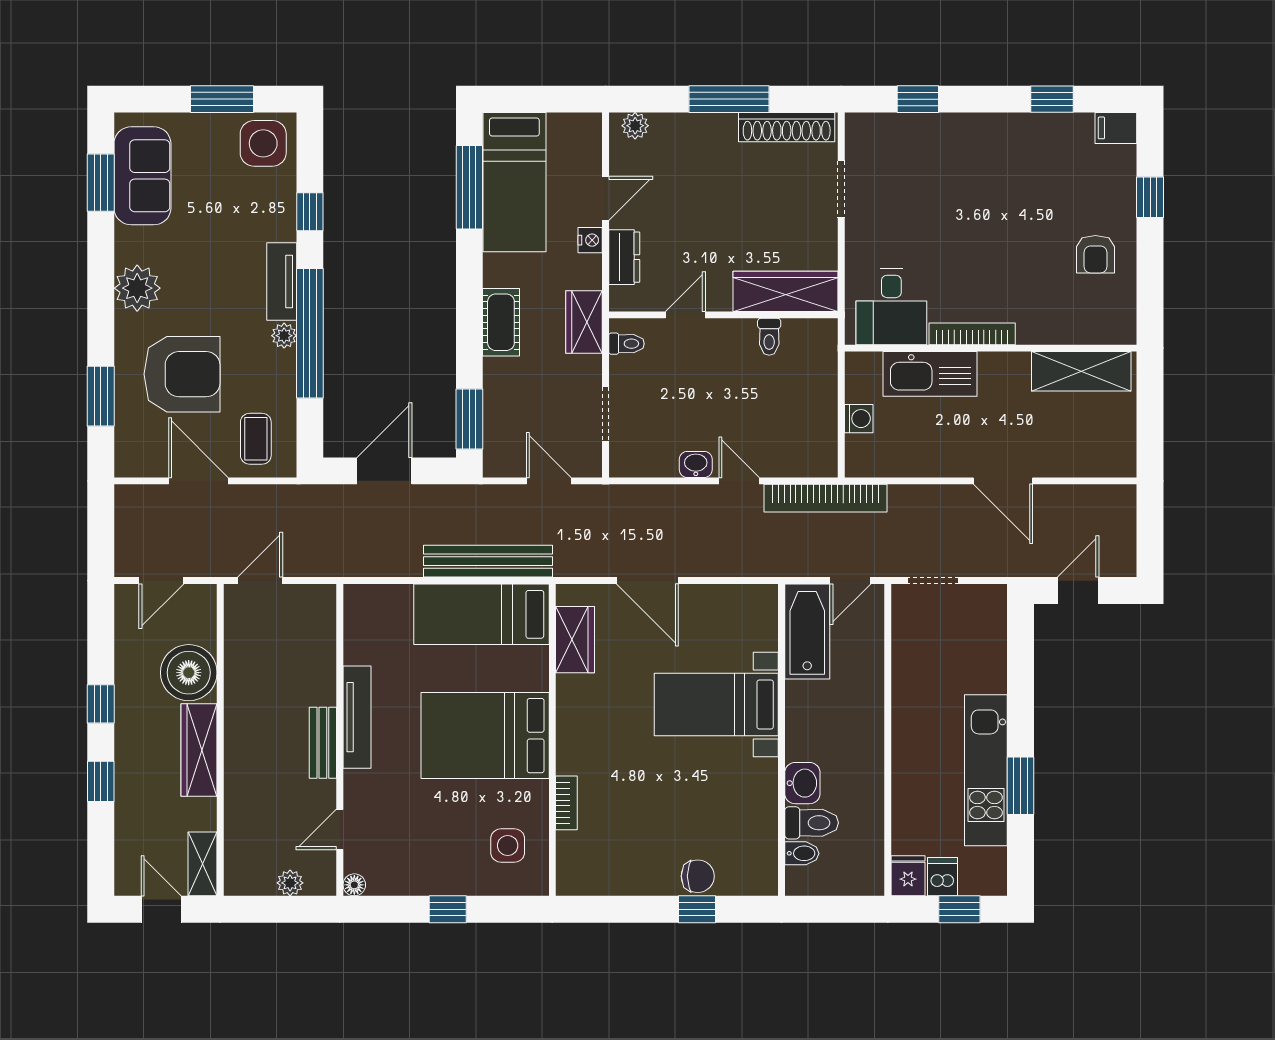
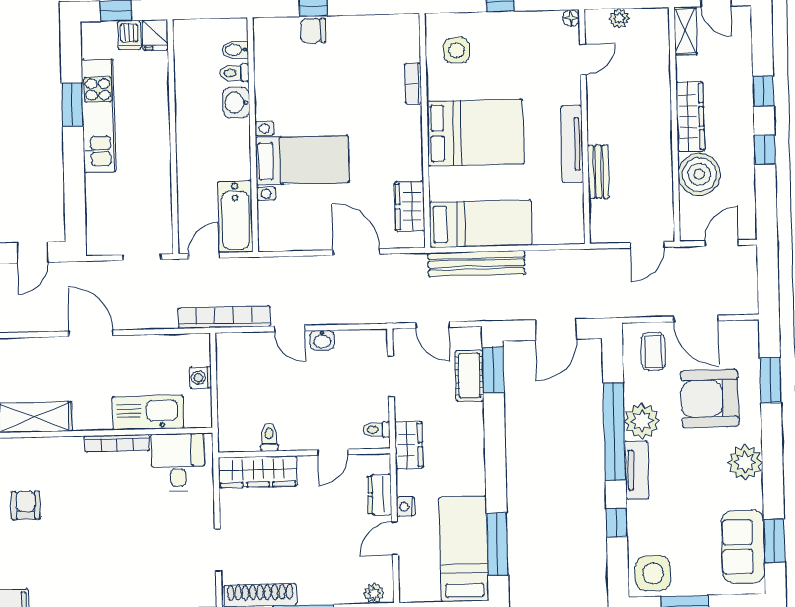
cot: (501, 322) -> (469, 376), moved
plant: (284, 336) -> (642, 421), width x1.88, depth x1.88
bench: (323, 743) -> (598, 172), moved
toilet: (812, 823) -> (234, 73), width x0.73, depth x0.72

